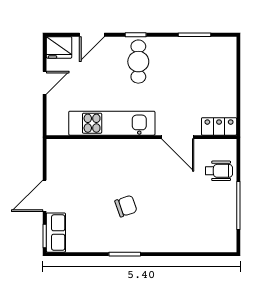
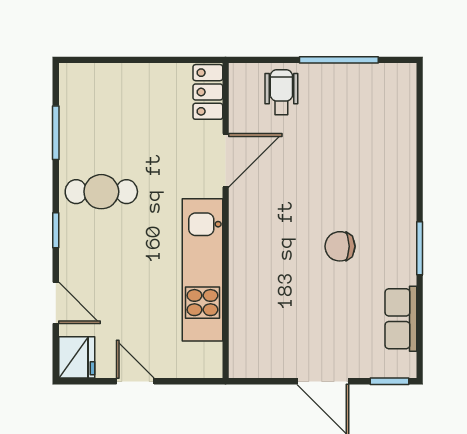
cafe table: (138, 62) -> (101, 192), moved
chair: (126, 206) -> (340, 246), turned -71
row of seats: (56, 233) -> (401, 319), moved, turned -90

